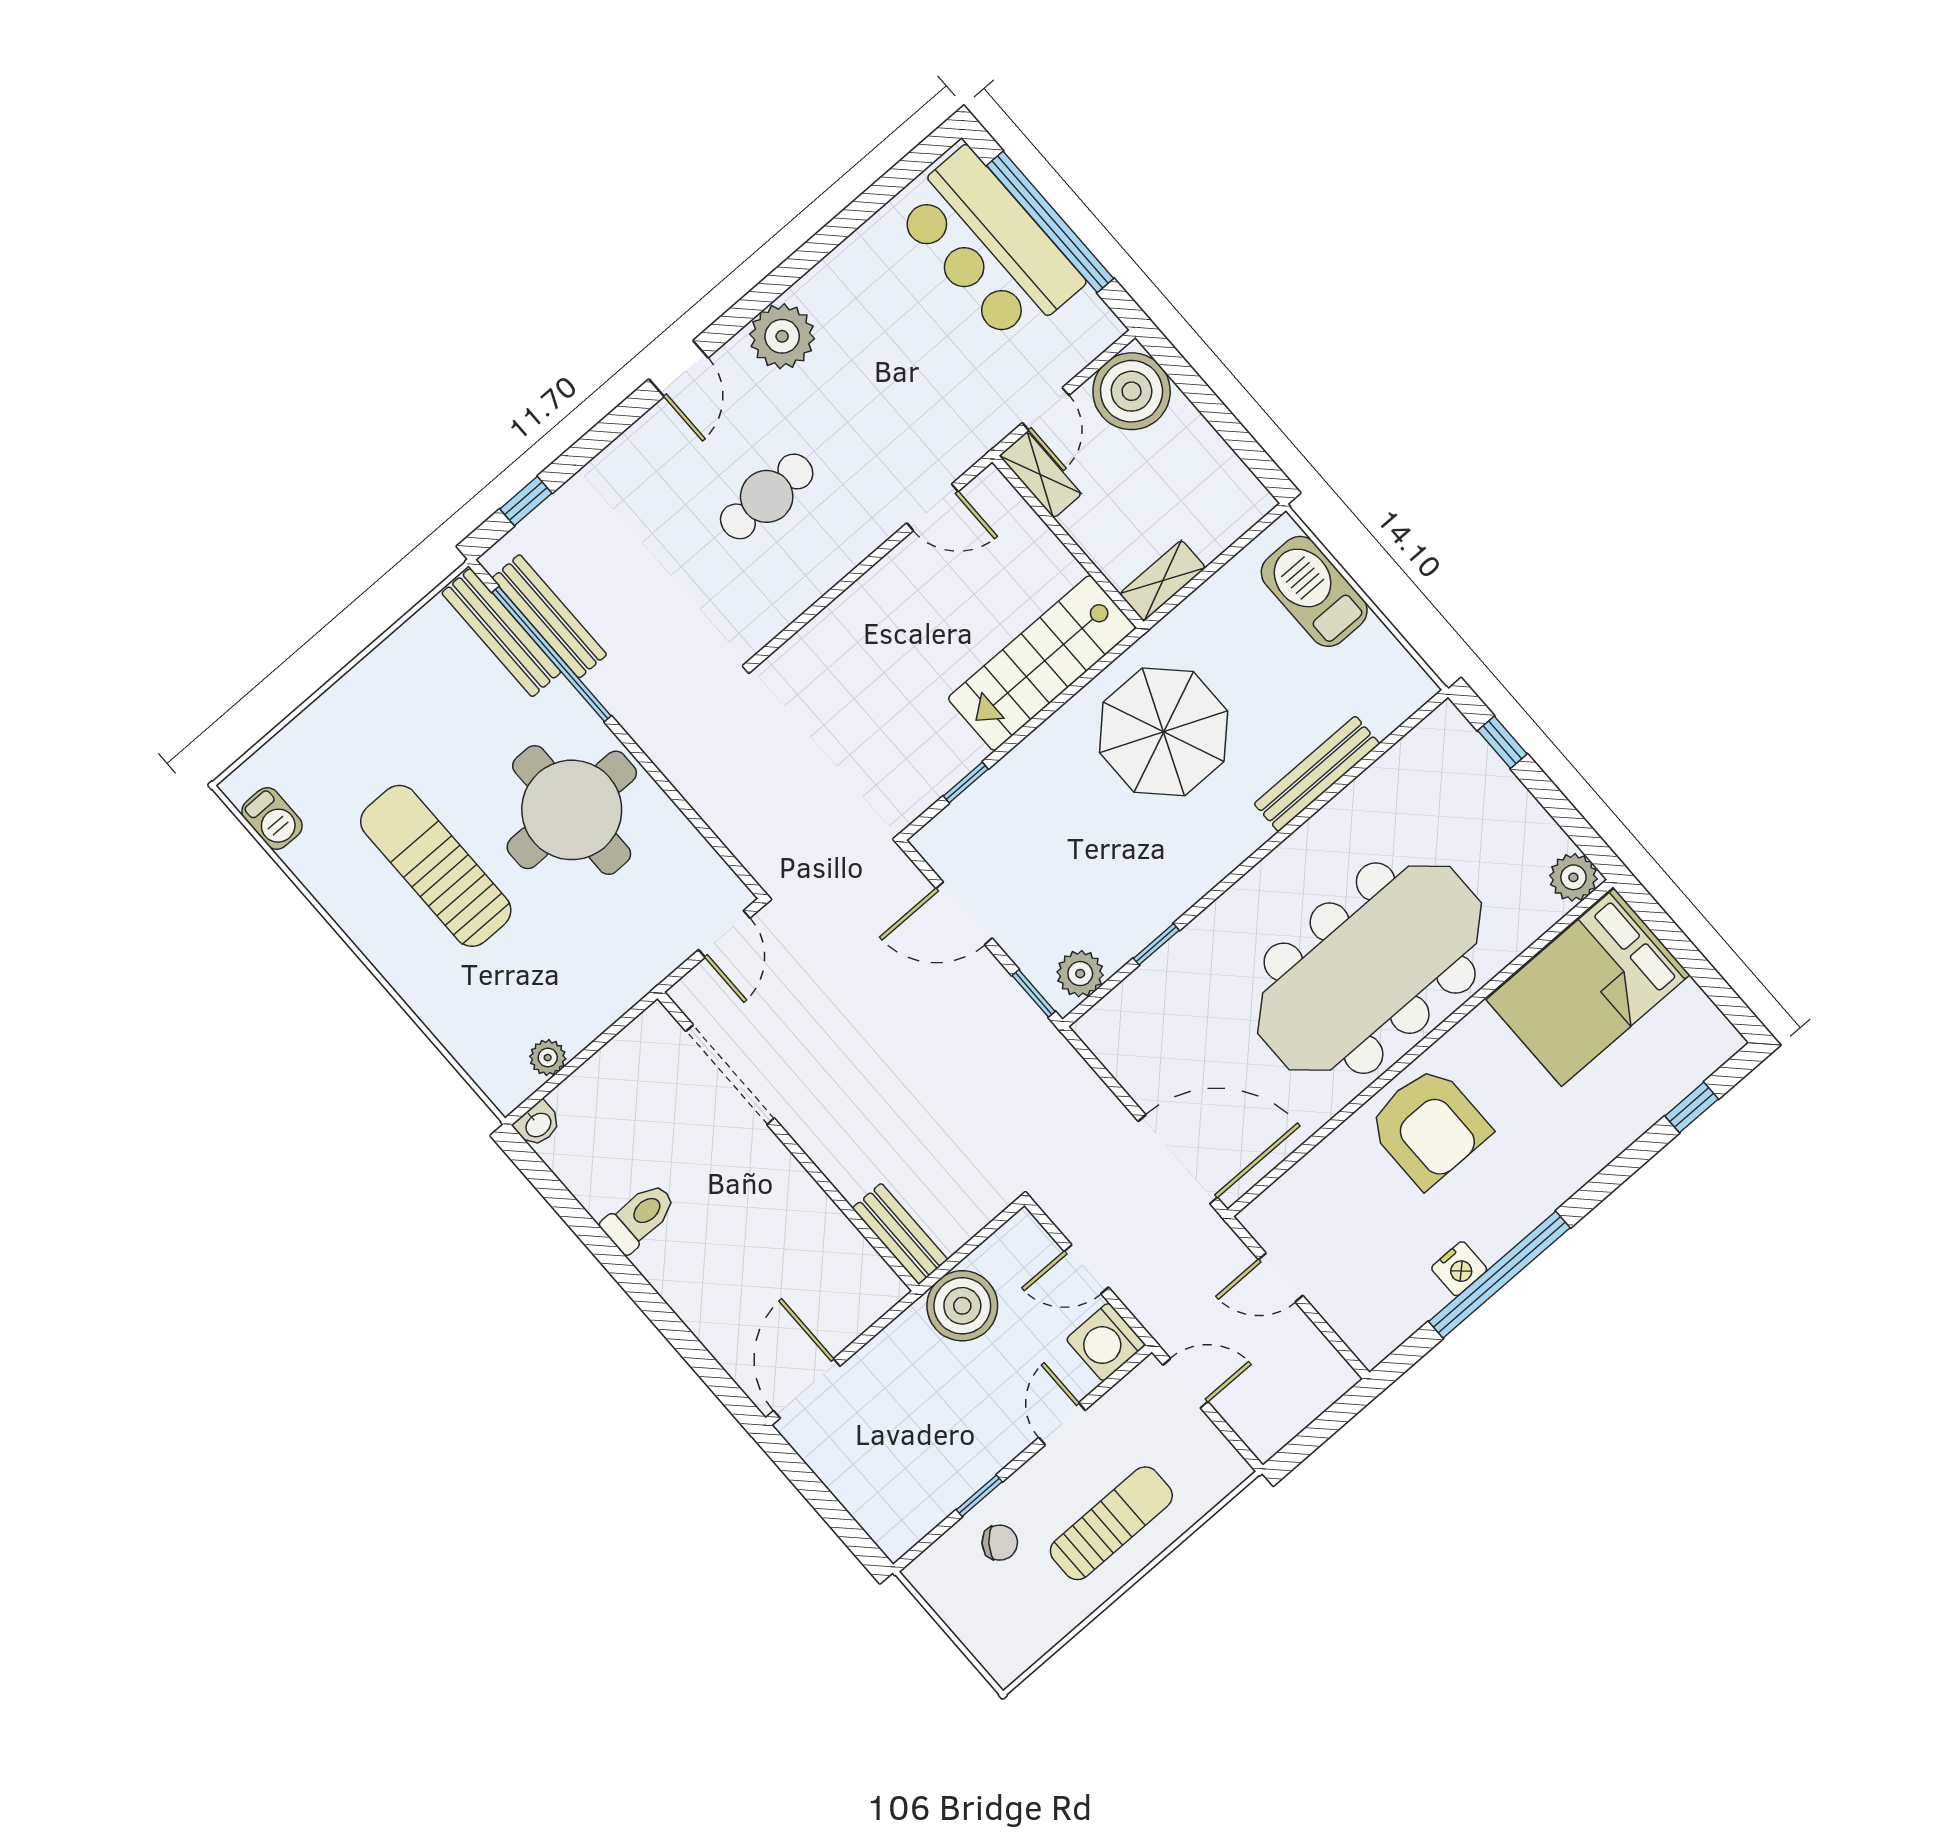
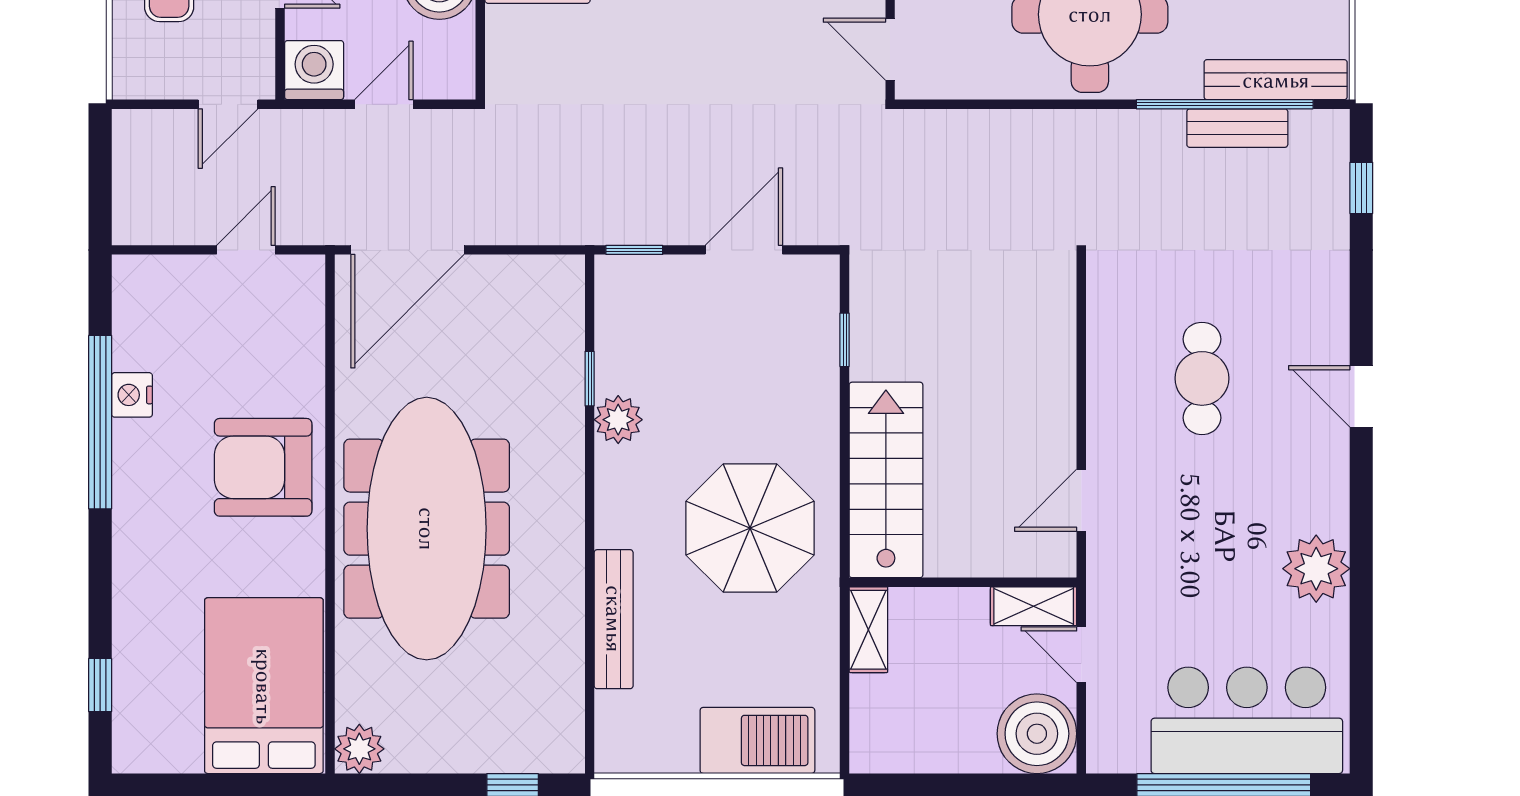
plant: (782, 336) -> (1316, 569), moved
bench: (549, 616) -> (1237, 128), width x0.73
plant: (1080, 974) -> (618, 420), moved

